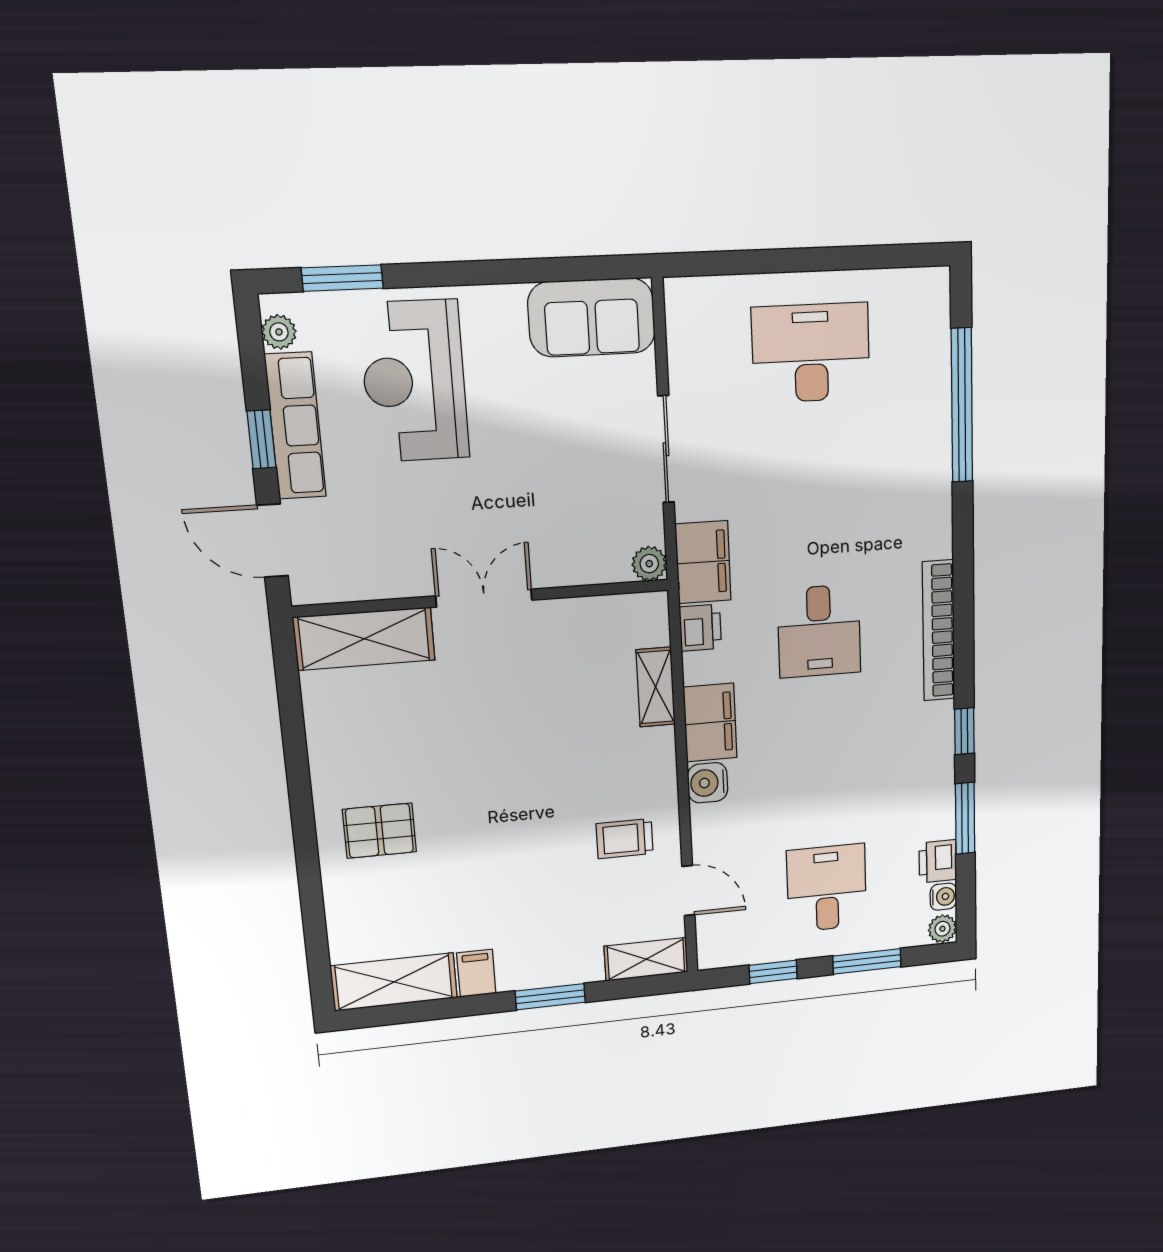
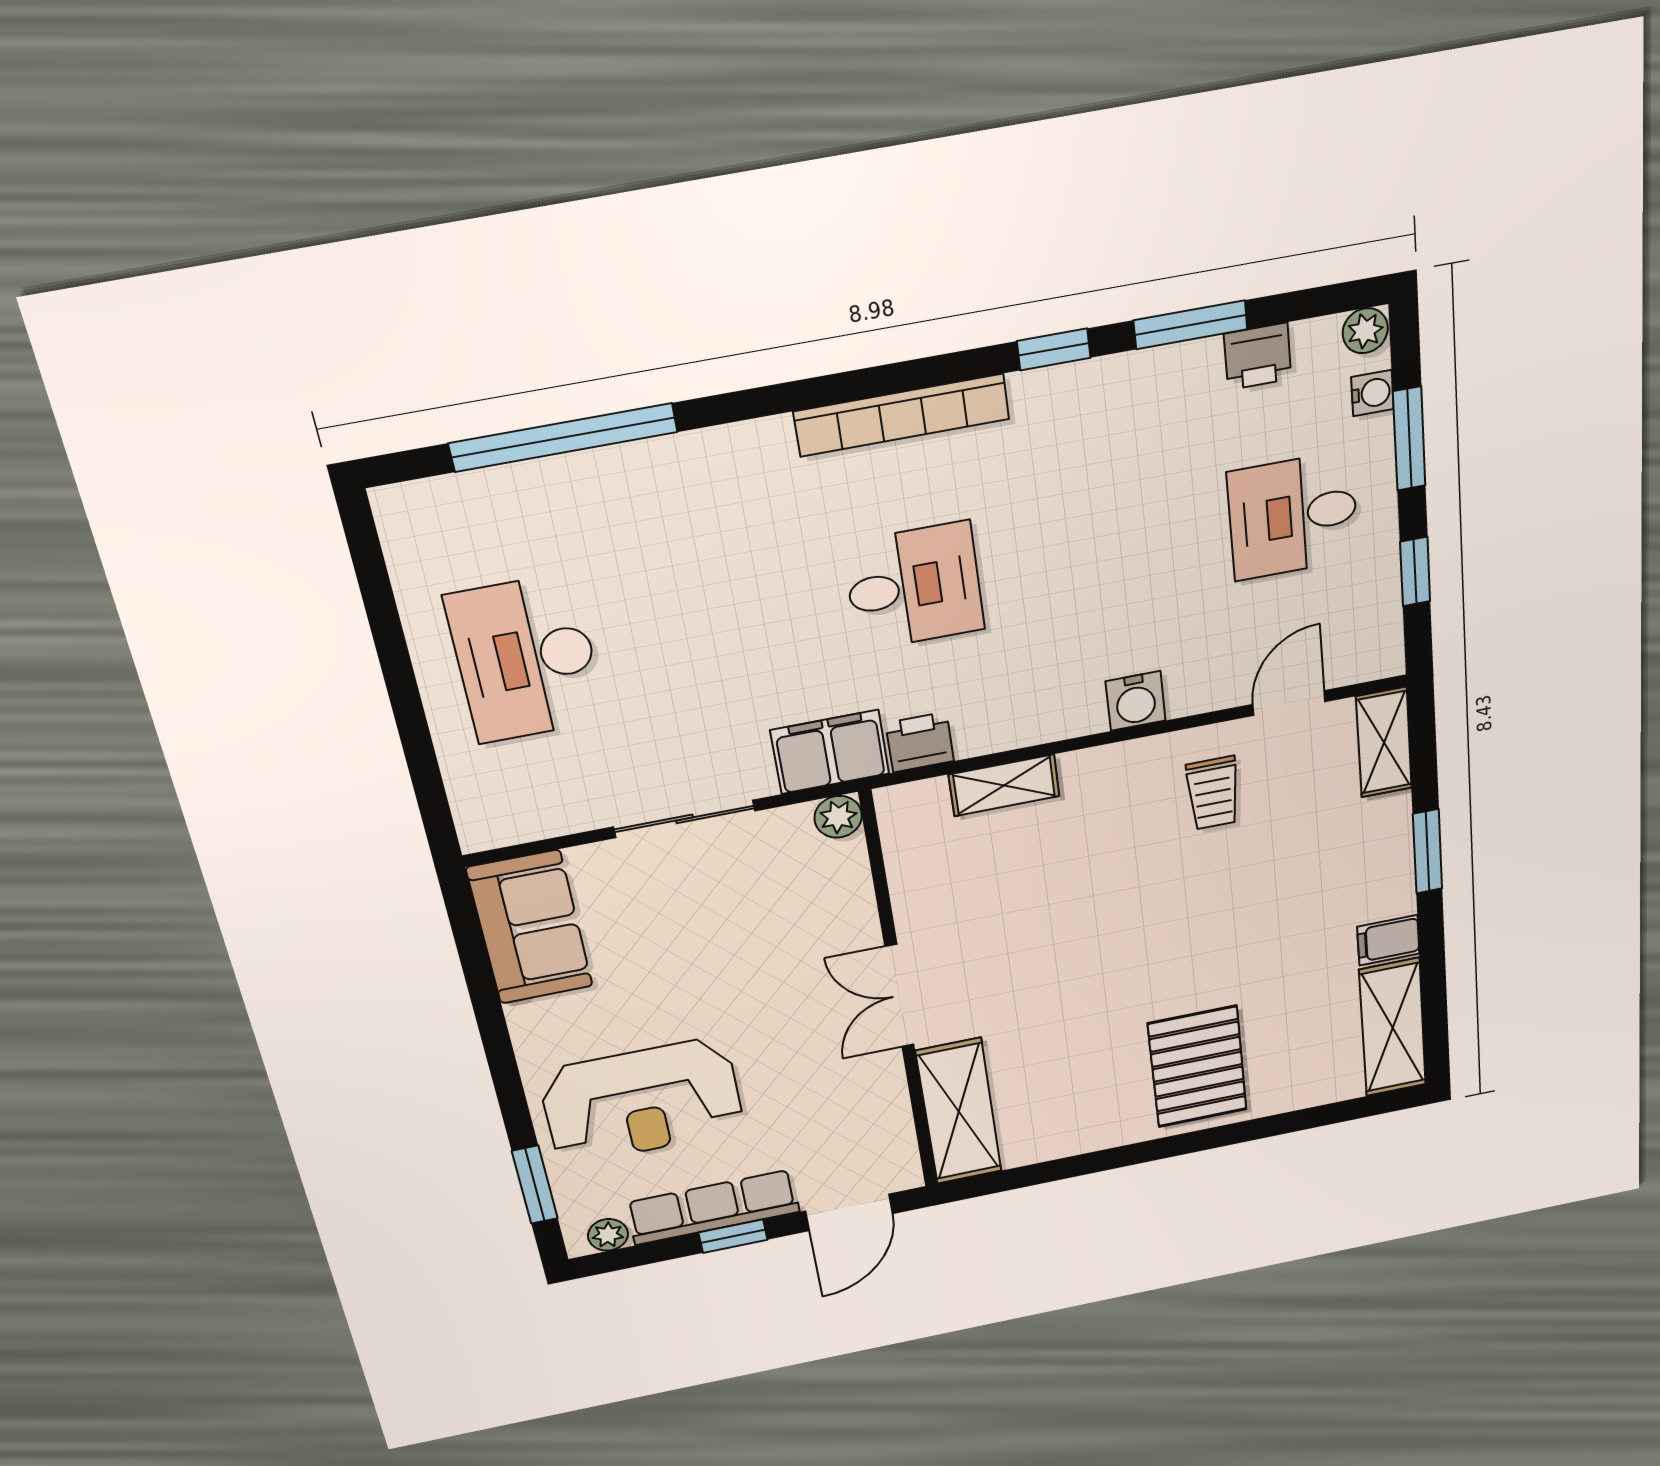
filing cabinet: (710, 723) -> (1051, 710), removed
pallet: (379, 831) -> (1197, 1067), width x1.50, depth x1.42
water cooler: (943, 897) -> (1372, 393), moved, turned 90

